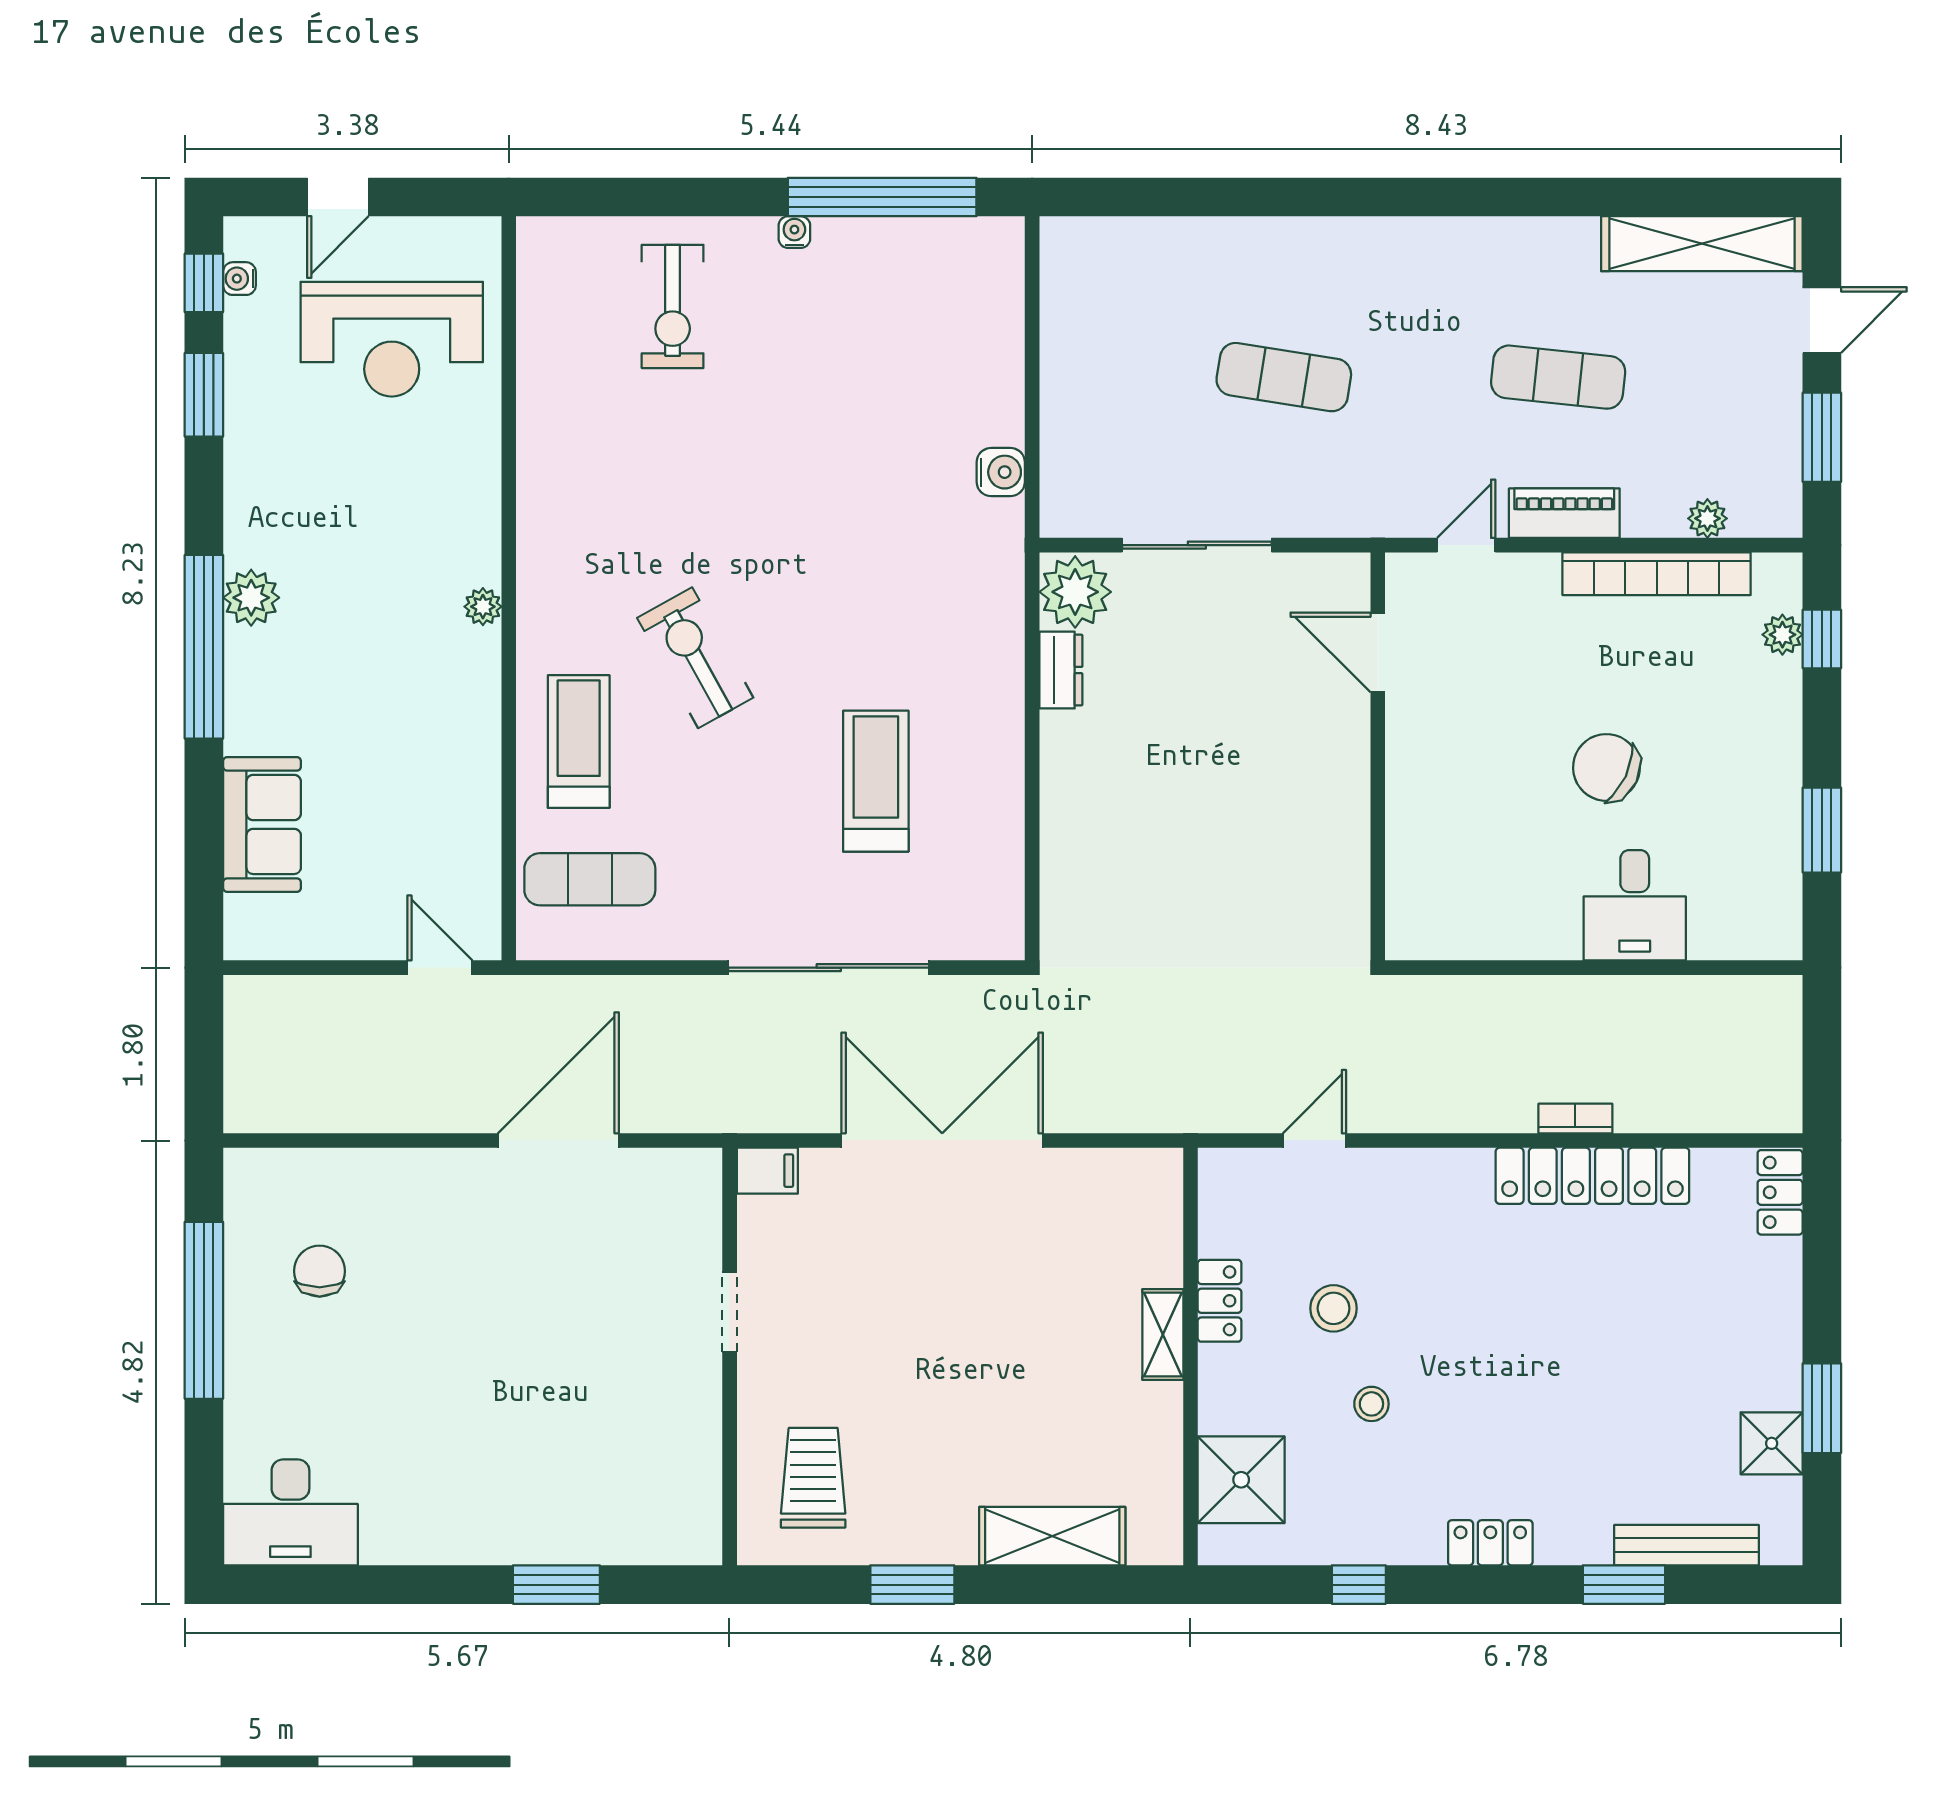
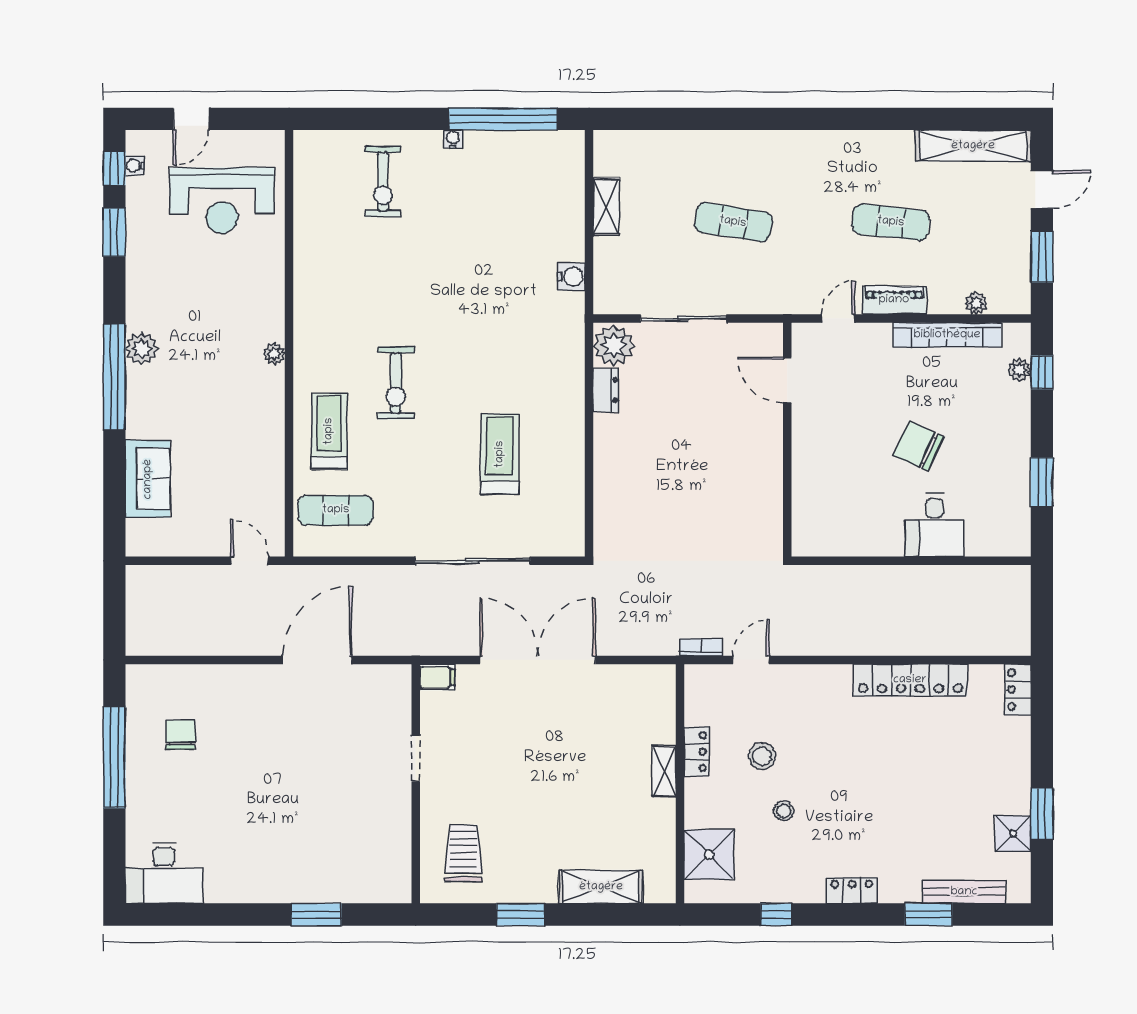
shelving: (1062, 350) -> (606, 207), added
exercise bike: (695, 658) -> (396, 383), turned -151
bookcase: (1575, 1118) -> (701, 647), moved

